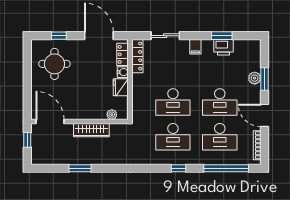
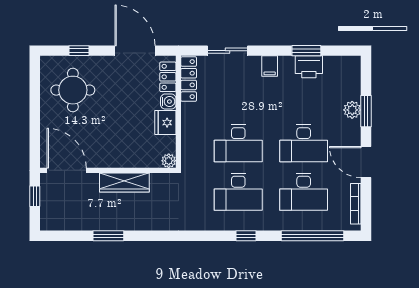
plant: (112, 115) -> (169, 161), moved

